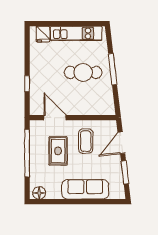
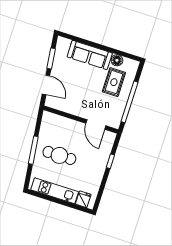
coffee table: (86, 141) -> (76, 96), removed
door: (121, 143) -> (46, 85), hinge flipped
rug: (58, 151) -> (114, 82), moved
floor lamp: (39, 193) -> (117, 60), moved

